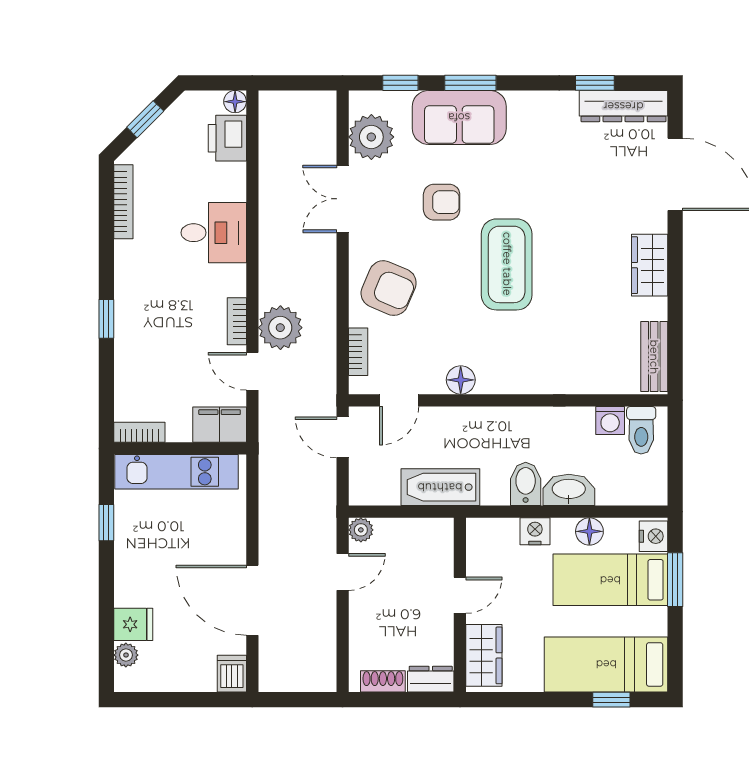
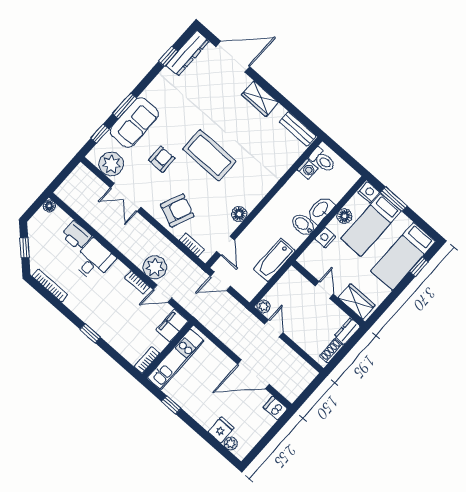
printer: (227, 138) -> (77, 235), moved

